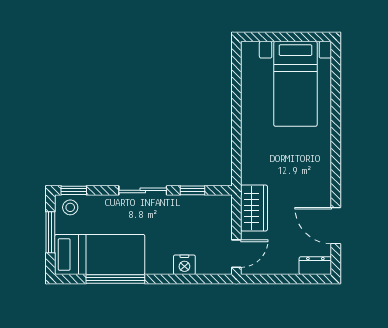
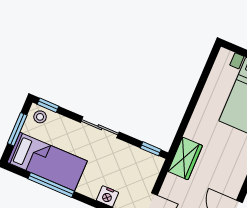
window: (192, 190) -> (151, 149), moved
wardrobe: (254, 208) -> (185, 158), moved

